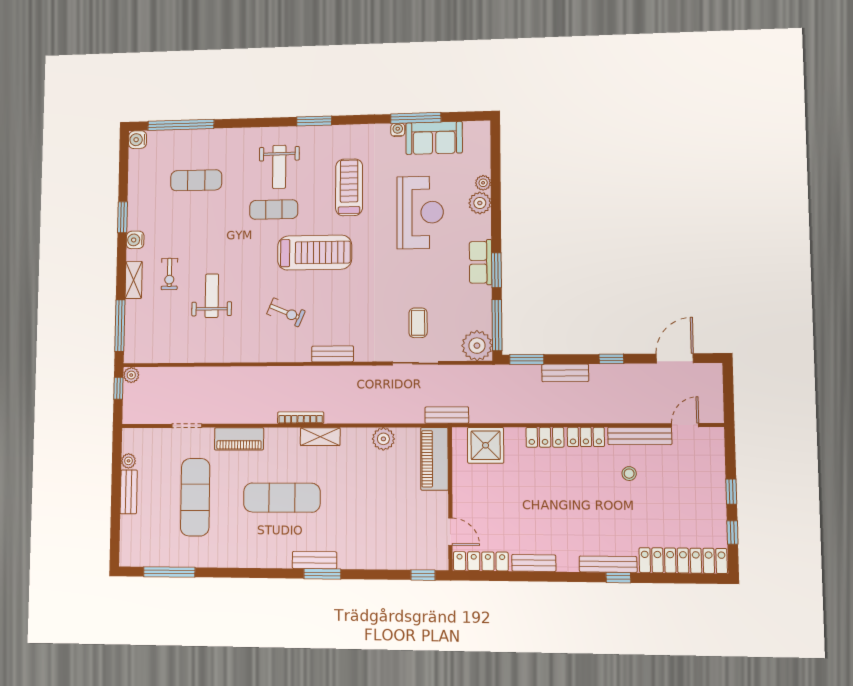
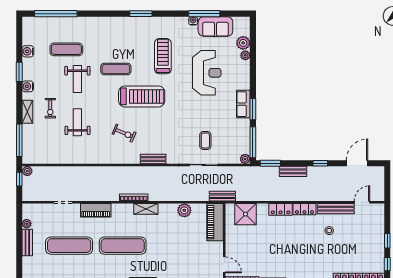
water cooler: (138, 140) -> (28, 51), moved
weight bench: (279, 167) -> (77, 79), moved
plant: (480, 203) -> (243, 43), moved
plant: (477, 346) -> (245, 159), width x0.53, depth x0.53
exercise mat: (195, 497) -> (69, 246), turned 90

